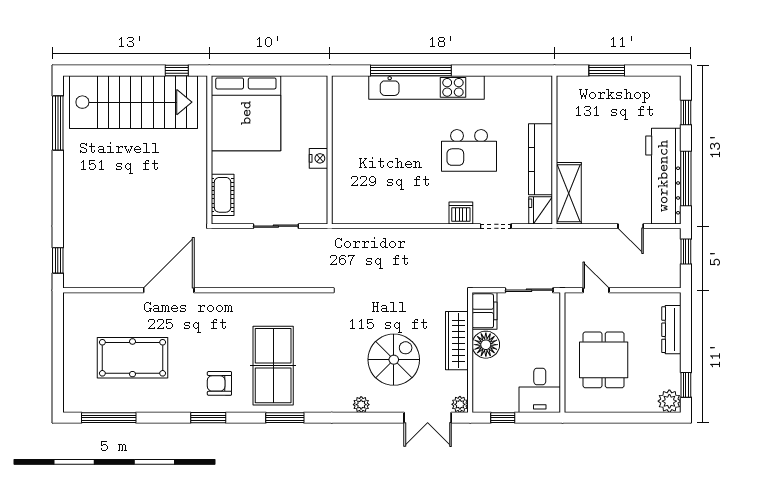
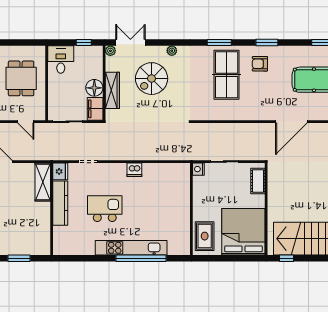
rug: (308, 106) -> (205, 236), added
nightstand: (318, 158) -> (198, 169), moved
dishwasher: (461, 213) -> (134, 170), moved
armchair: (219, 383) -> (260, 64), turned 180

